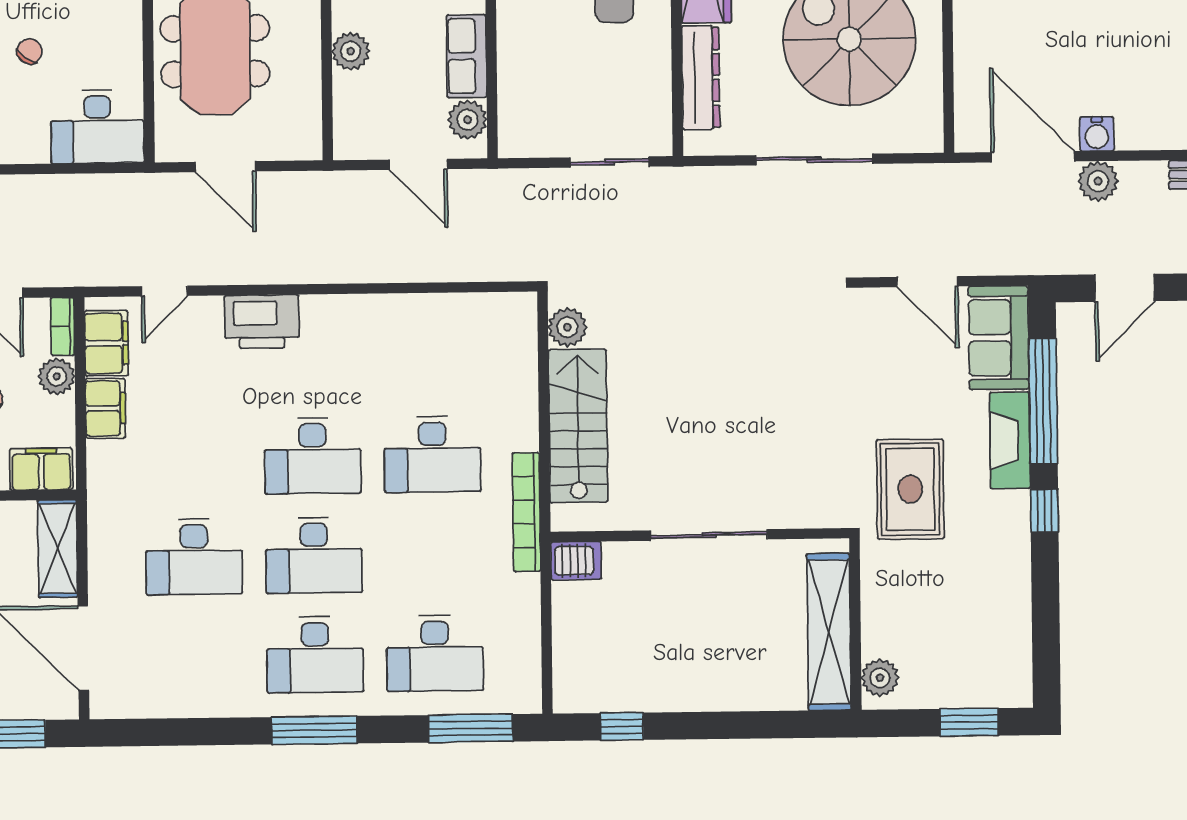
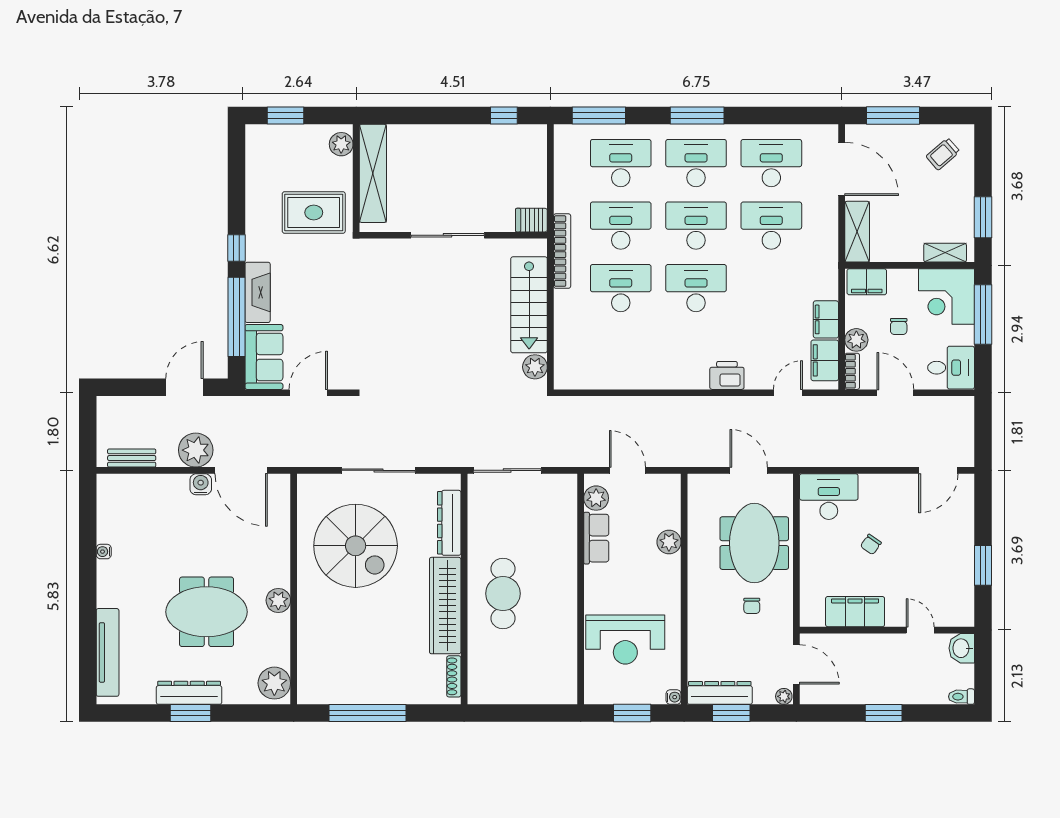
sliding door: (610, 162) -> (507, 470), width x1.37
plant: (1098, 181) -> (196, 450), width x1.36, depth x1.36
door: (927, 282) -> (308, 393), hinge flipped
printer: (262, 322) -> (727, 375), width x0.73, depth x0.84
rug: (910, 489) -> (314, 213), moved, turned 90
desk: (434, 554) -> (621, 226), added
desk: (195, 656) -> (771, 163), added

